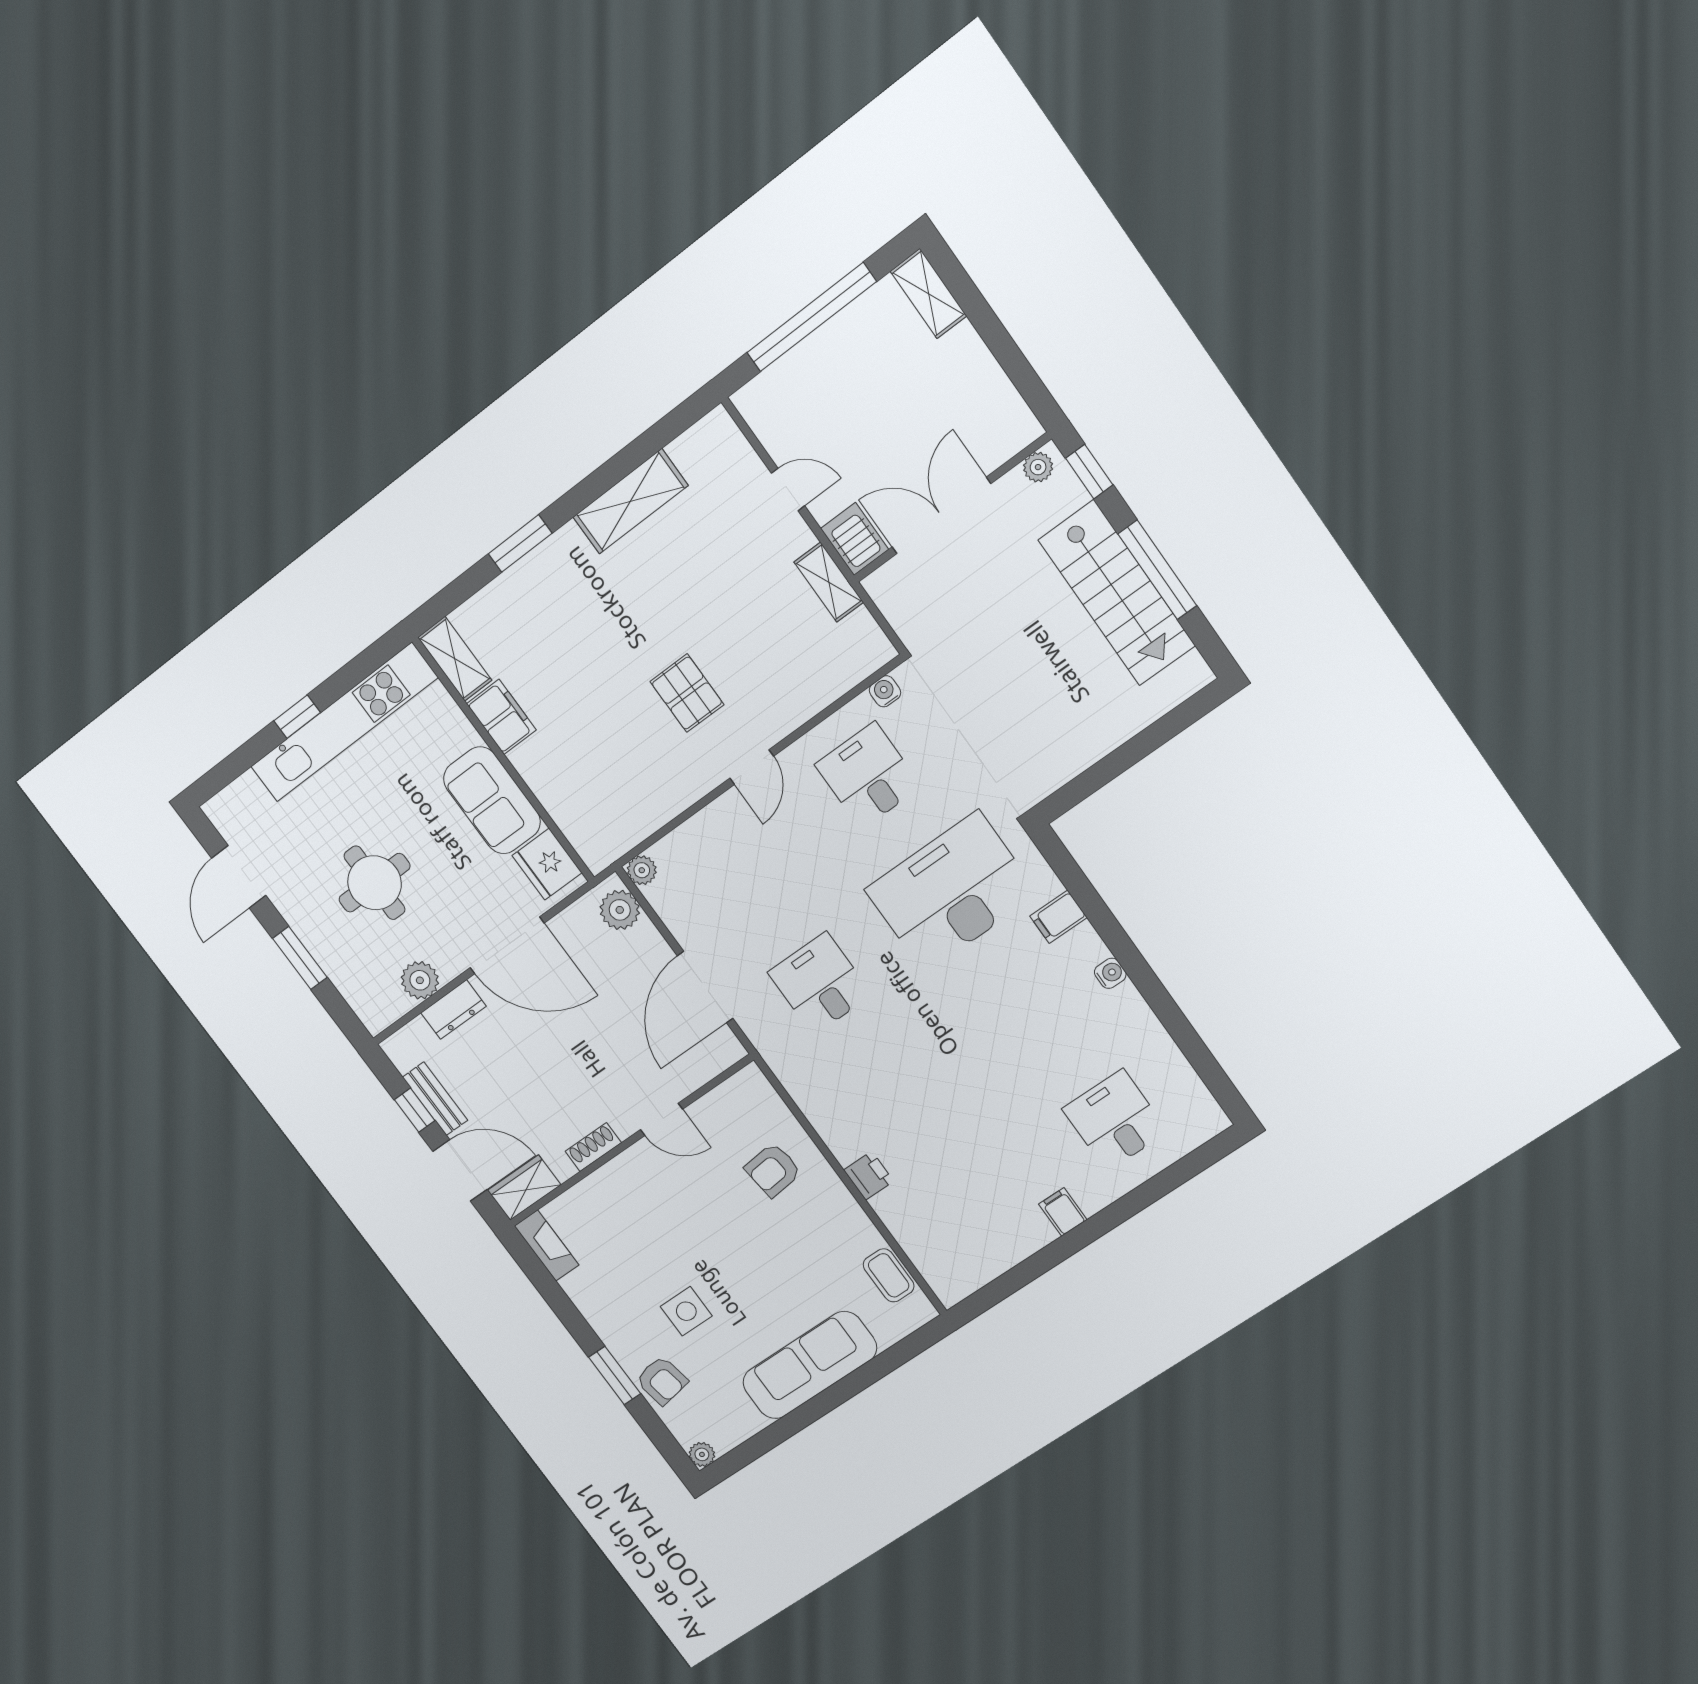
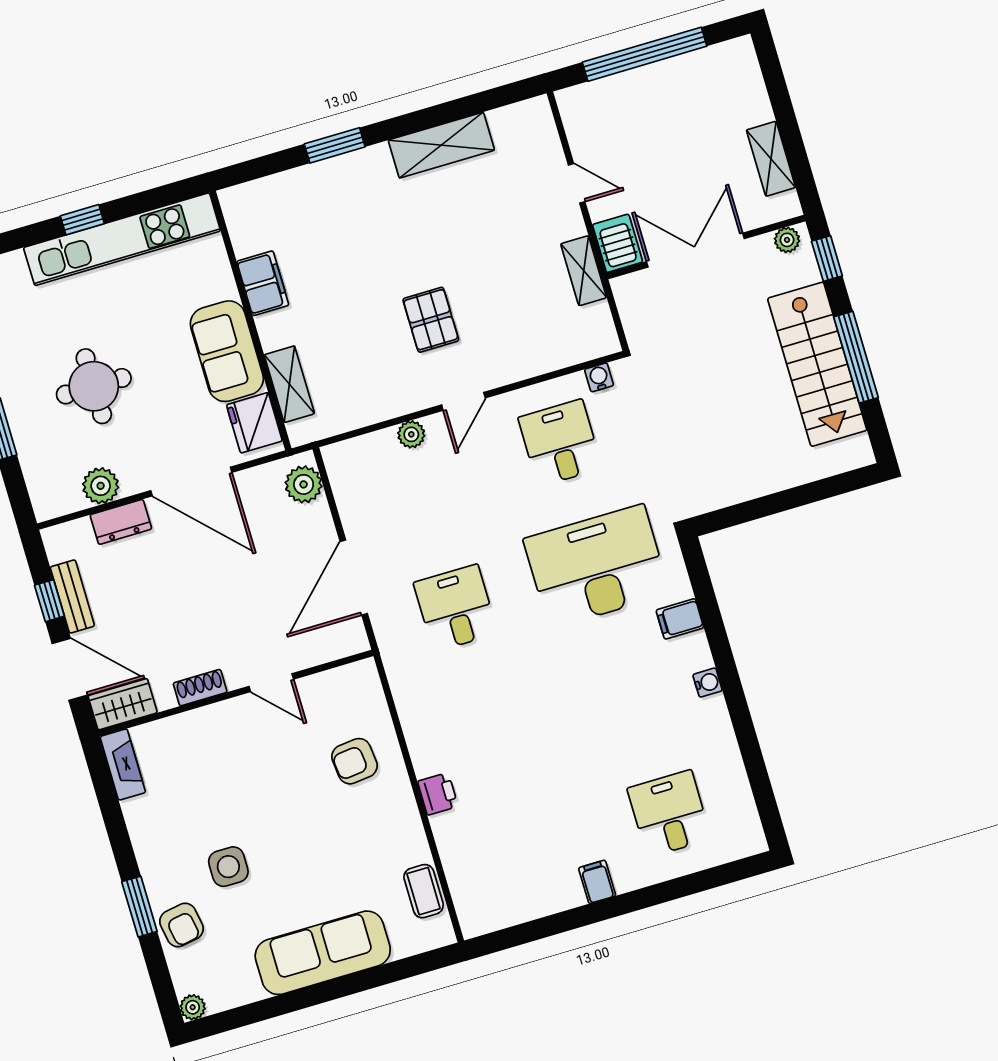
shelving: (928, 294) -> (771, 159), moved
shelving: (455, 659) -> (289, 384), moved
plant: (642, 870) -> (411, 434), moved

